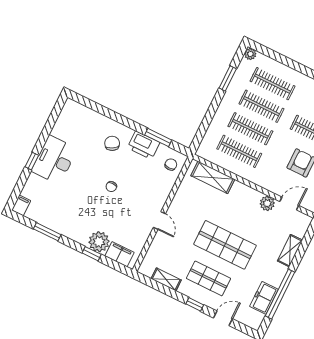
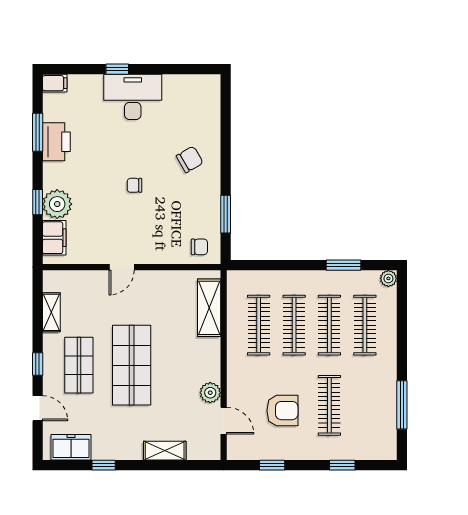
printer: (144, 145) -> (56, 142), moved, turned 180
window: (280, 294) -> (104, 465), width x0.32
freezer: (264, 298) -> (71, 447), moved

